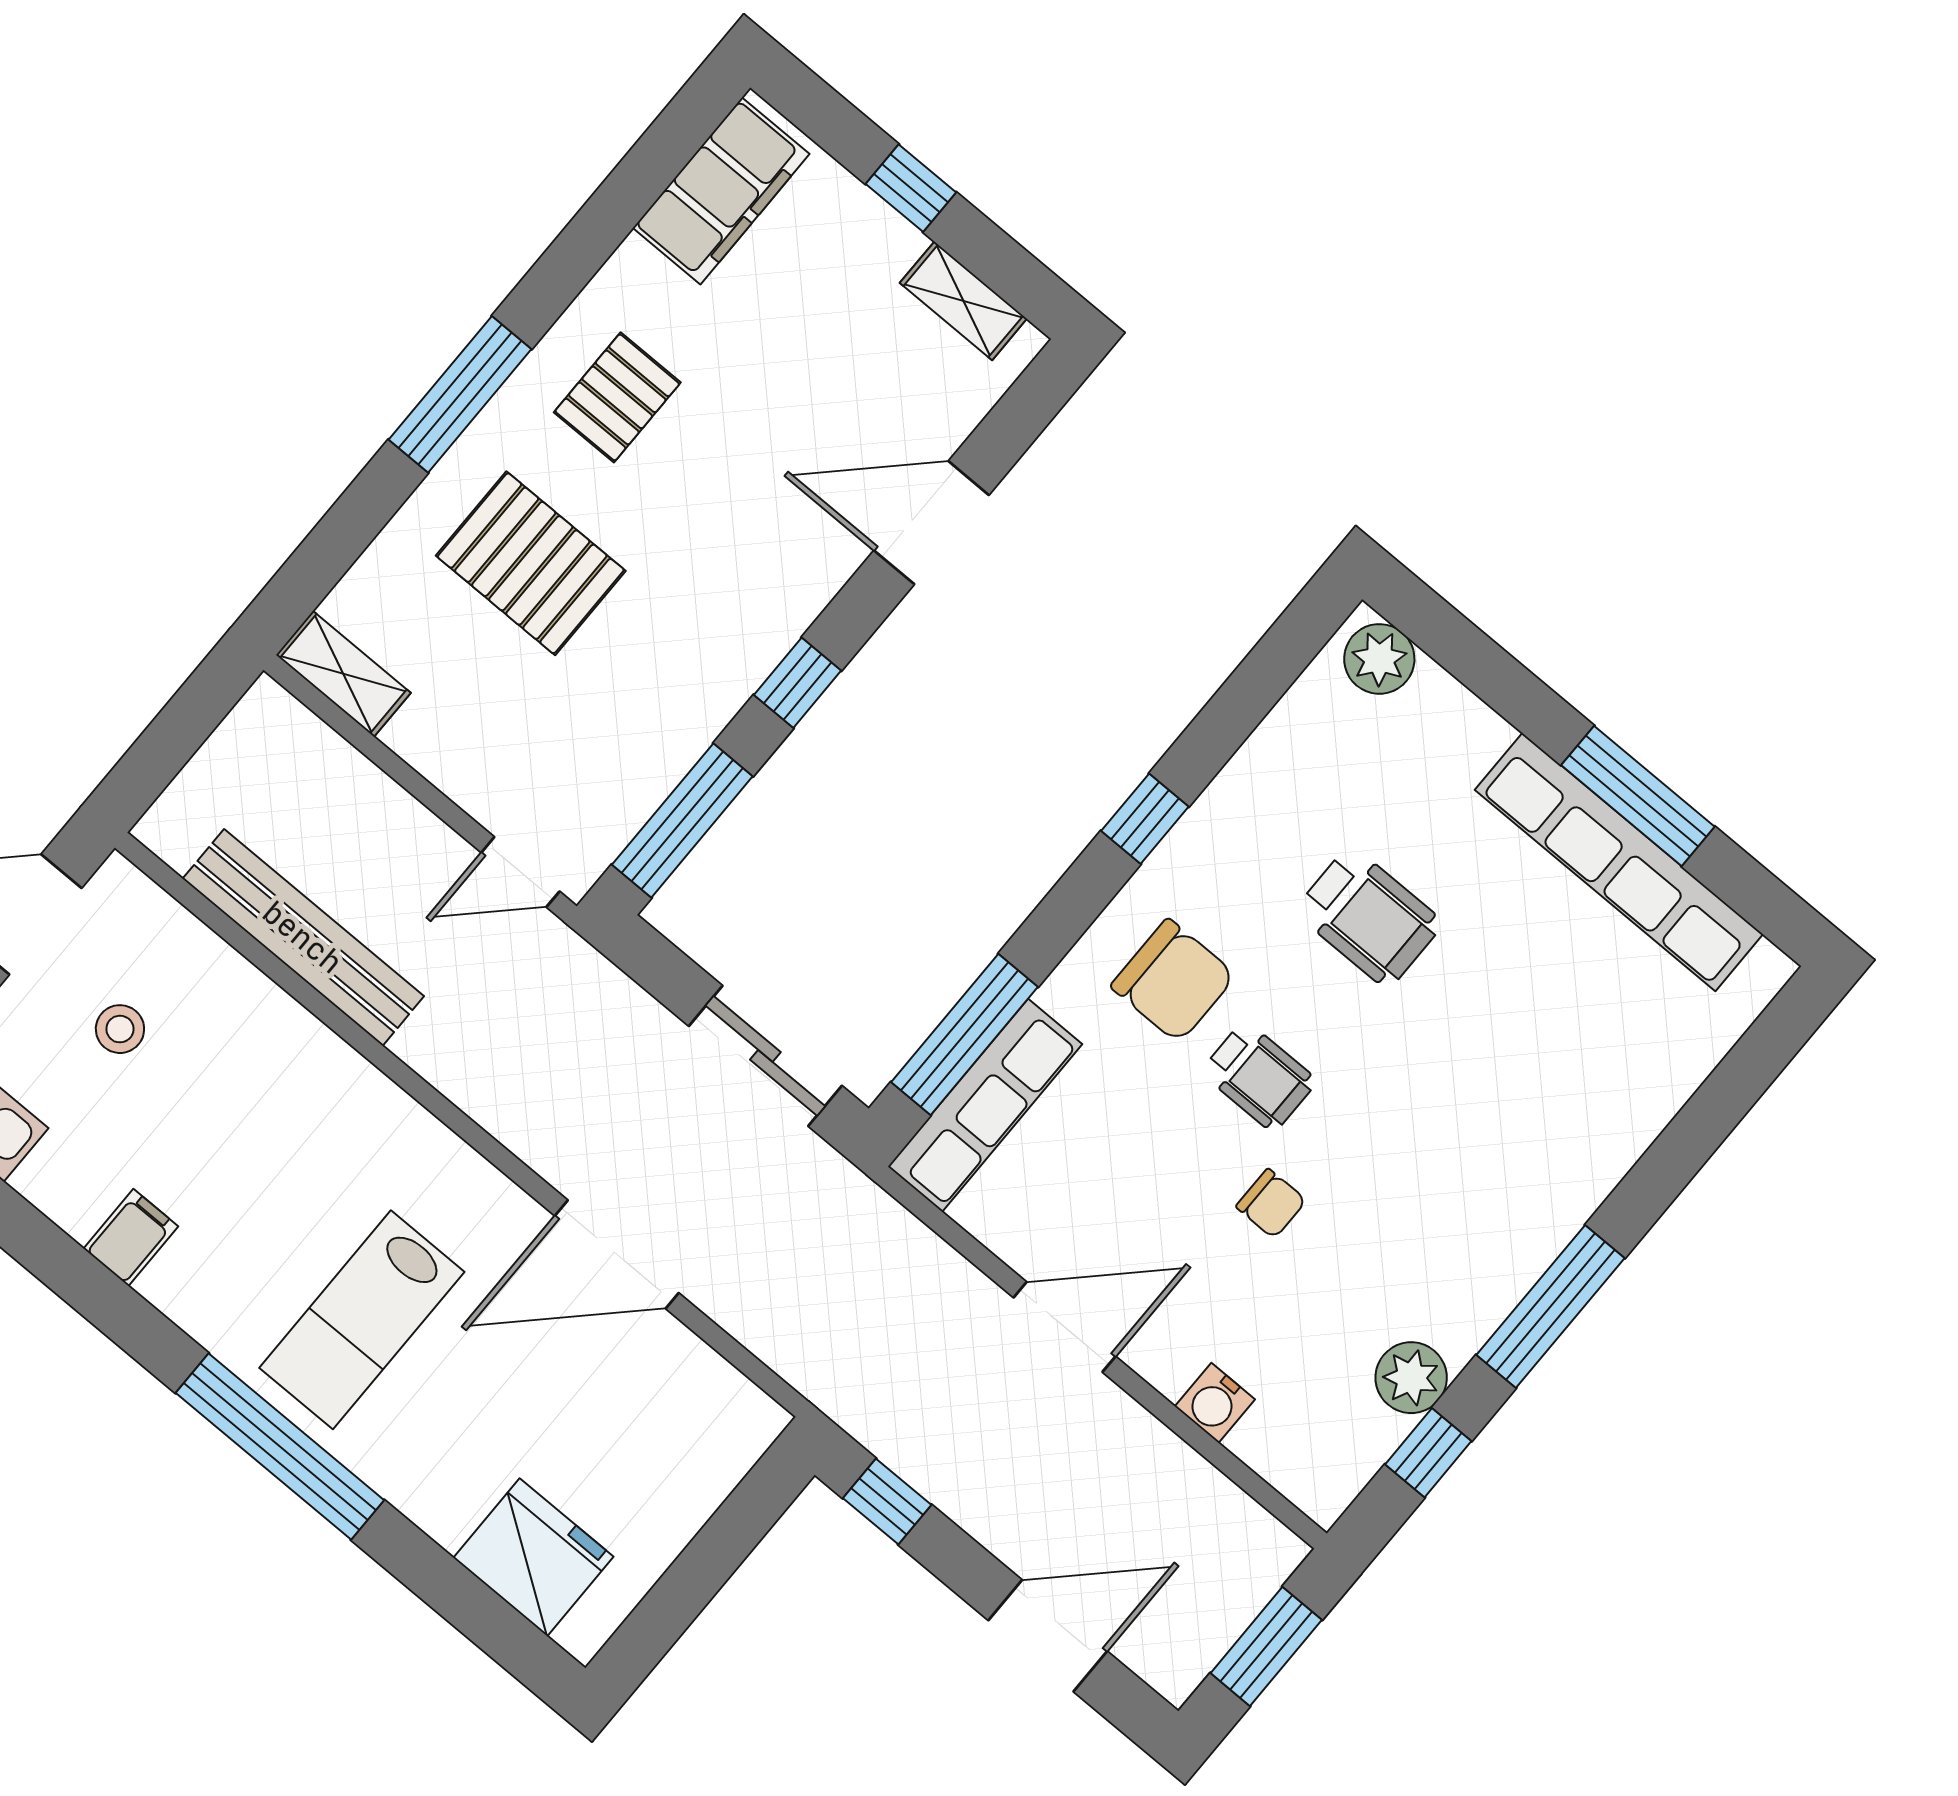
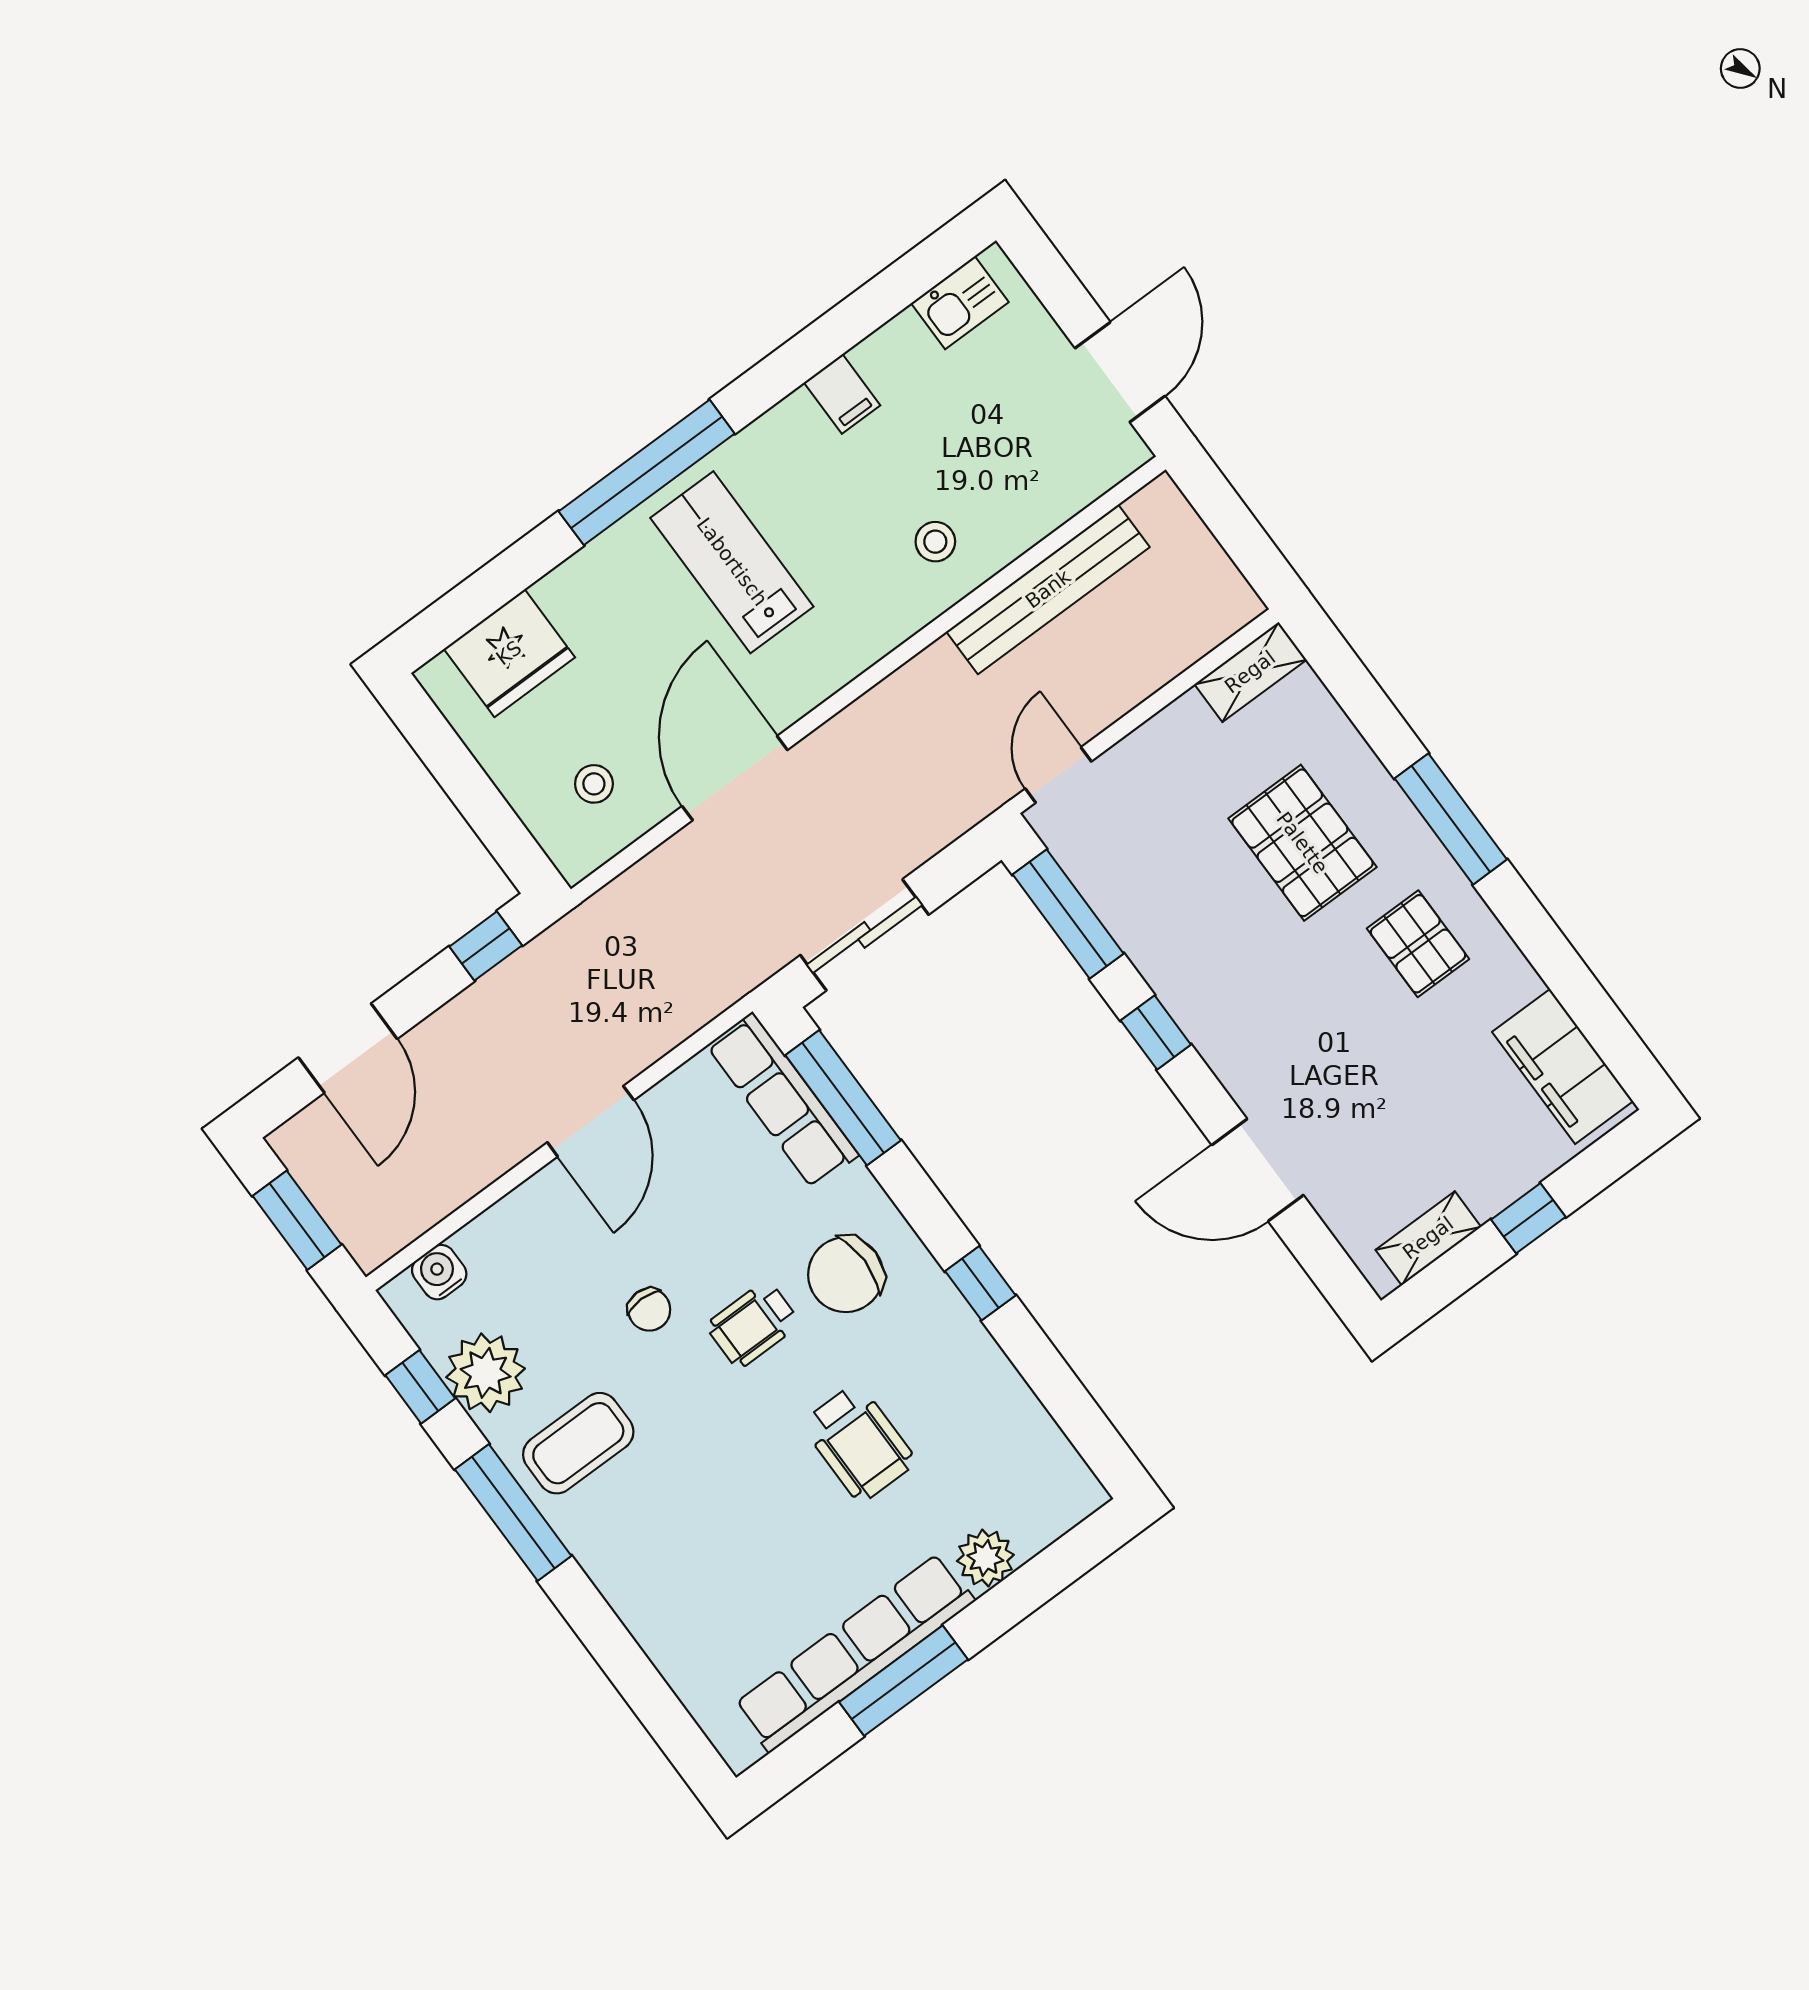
door: (931, 523) -> (1258, 1170), swing flipped
pallet: (531, 563) -> (1302, 843), turned 90
plant: (1379, 659) -> (985, 1558), moved
wheelchair: (1369, 917) -> (859, 1443), turned -90
stool: (120, 1029) -> (935, 542), moved
chair: (1271, 1204) -> (649, 1310), turned -90
coffee table: (1450, 1249) -> (578, 1443), added
plant: (1411, 1378) -> (486, 1373), width x1.36, depth x1.36
water cooler: (1215, 1403) -> (439, 1272), moved
stool: (664, 1420) -> (594, 784), added

